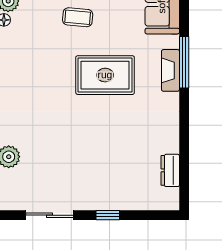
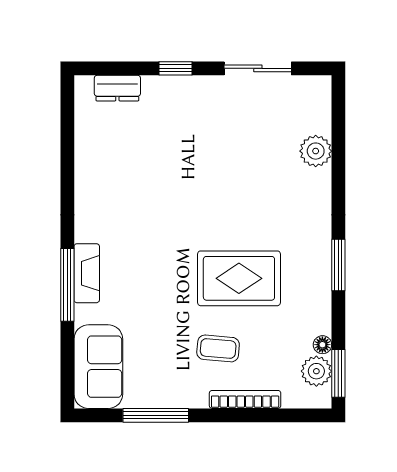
rug: (105, 75) -> (239, 278), moved
dresser: (170, 170) -> (117, 88), moved, turned 90

